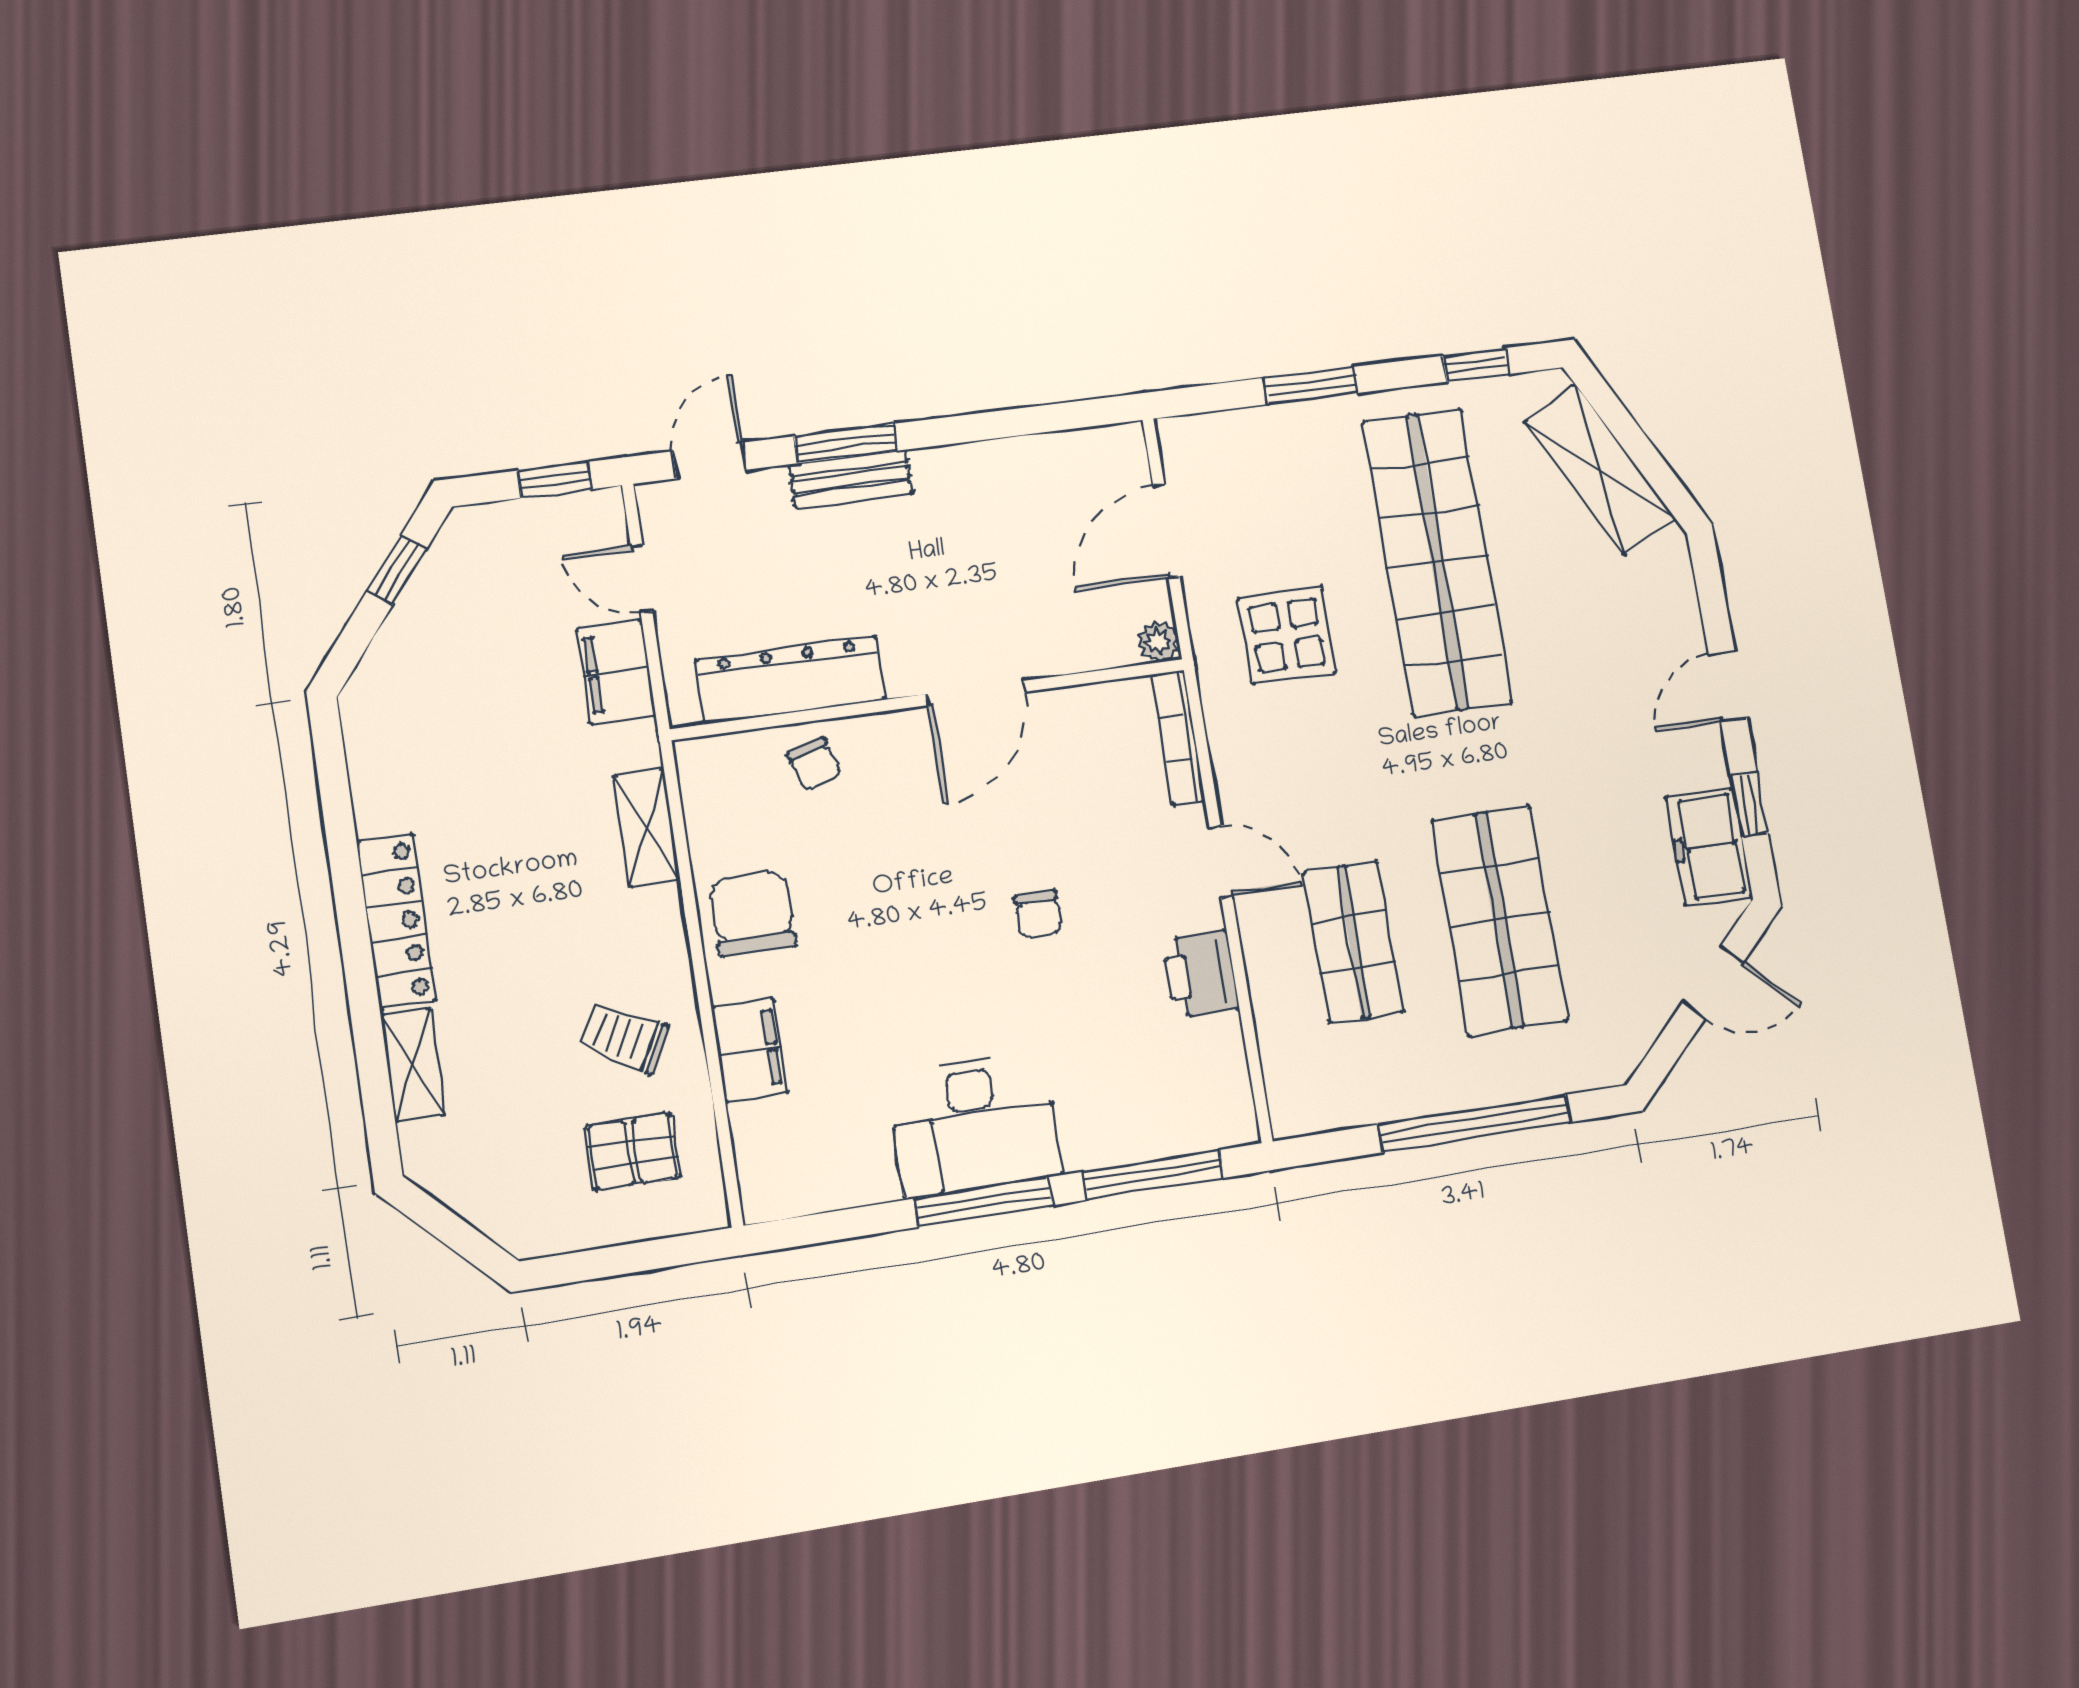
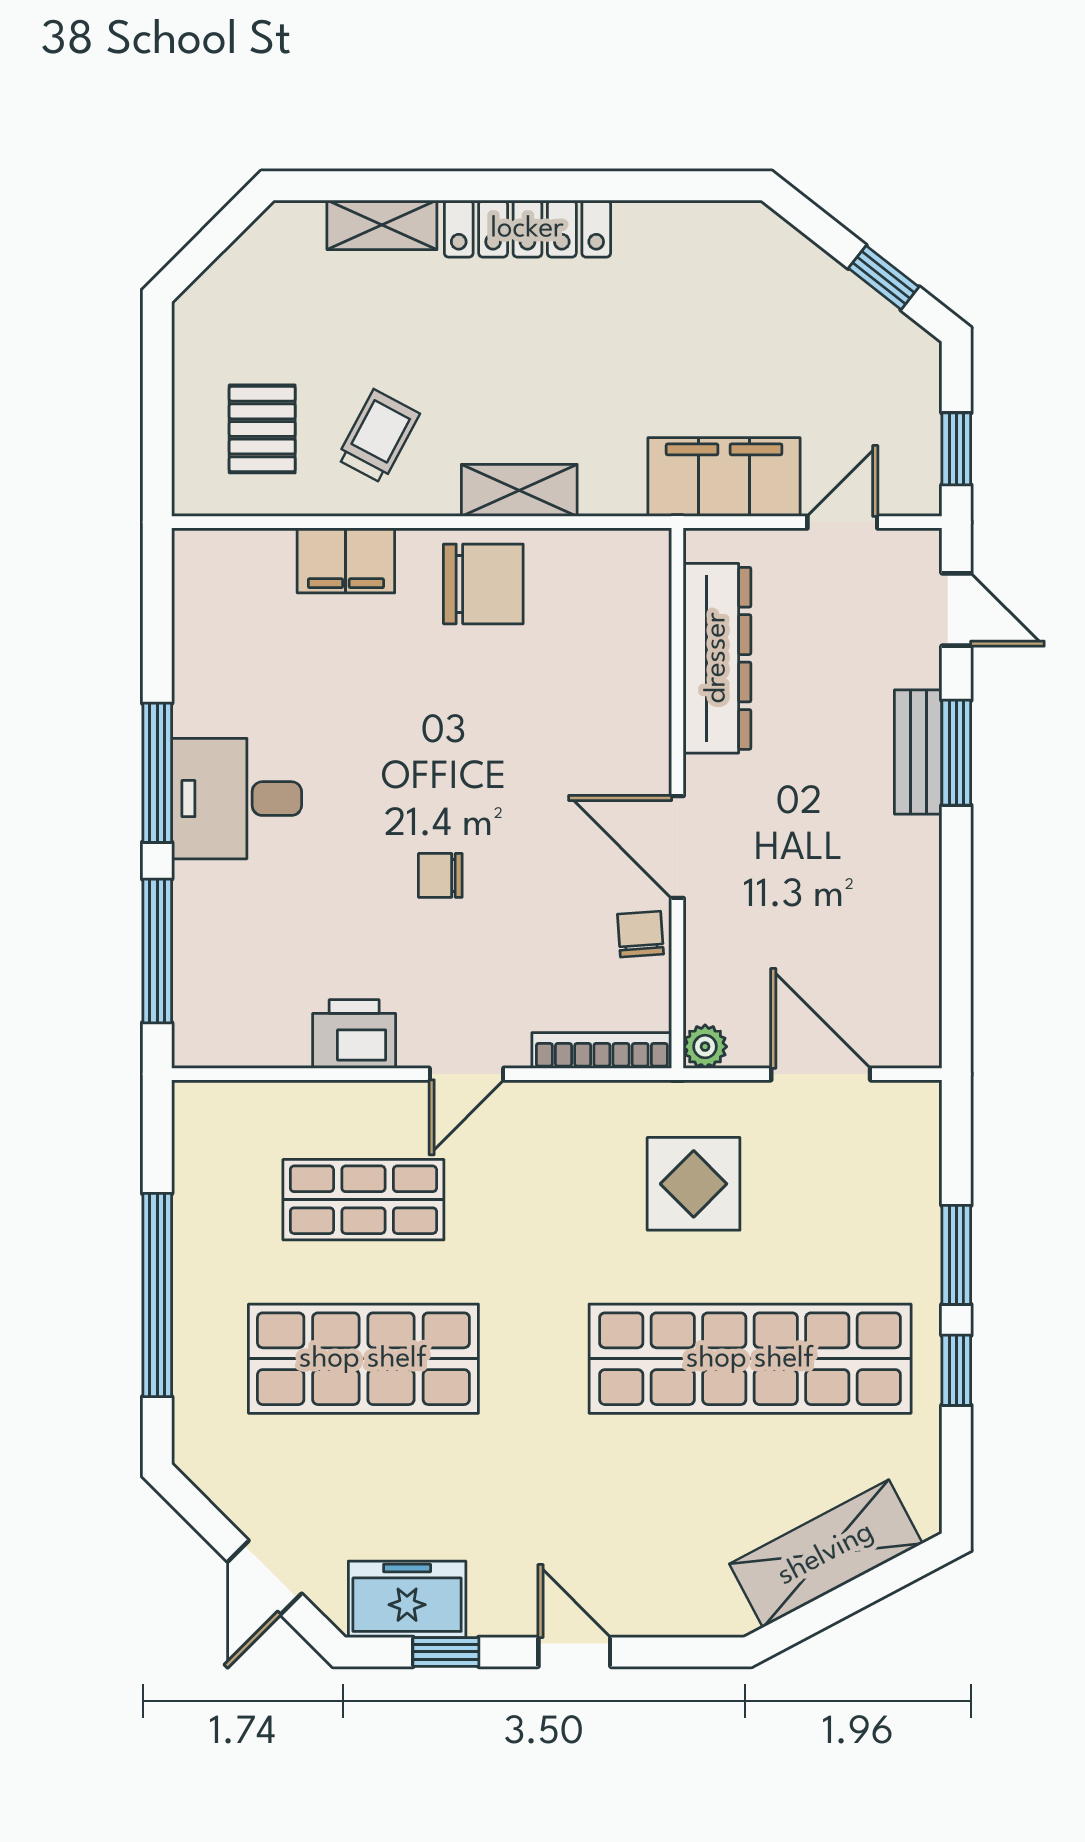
window: (1476, 365) -> (956, 1370), moved
filing cabinet: (616, 672) -> (724, 477), width x1.50, depth x1.17
chair: (814, 764) -> (640, 934), moved, turned 103
shelving: (647, 828) -> (519, 490), moved
desk: (975, 1124) -> (237, 799), width x0.73

